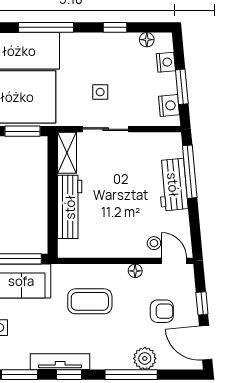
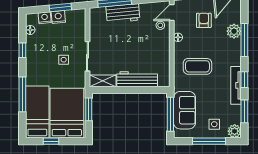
nightstand: (169, 106) -> (58, 17), moved
coffee table: (90, 301) -> (197, 66), turned 90

